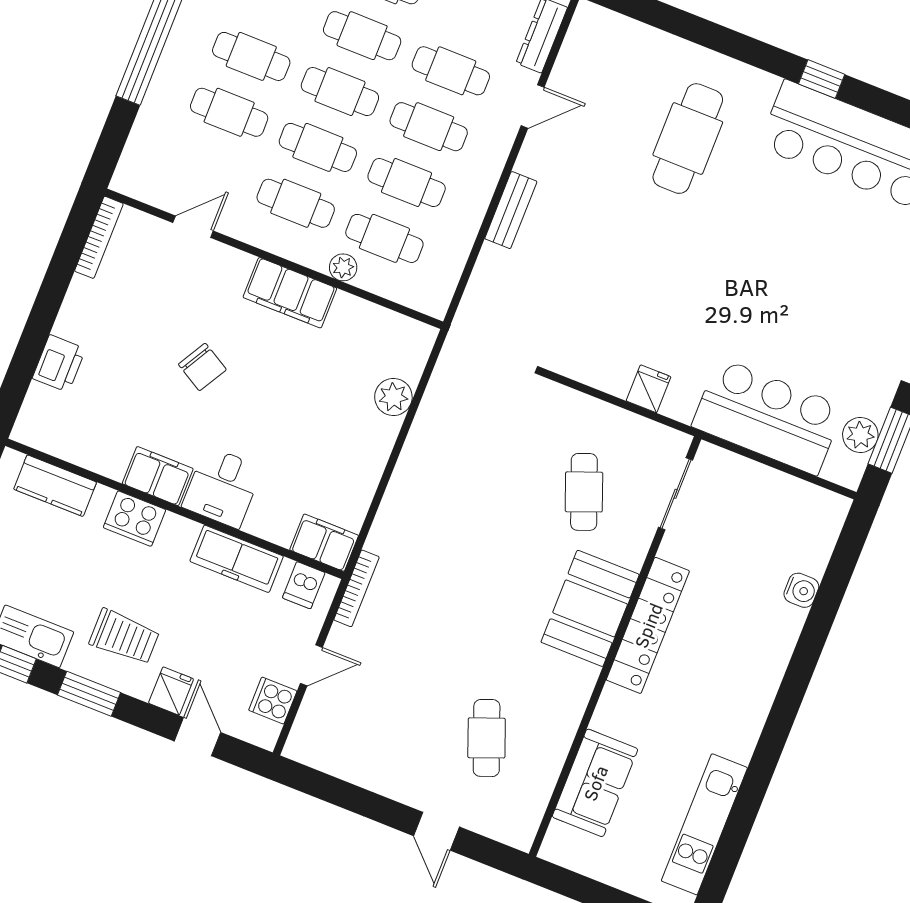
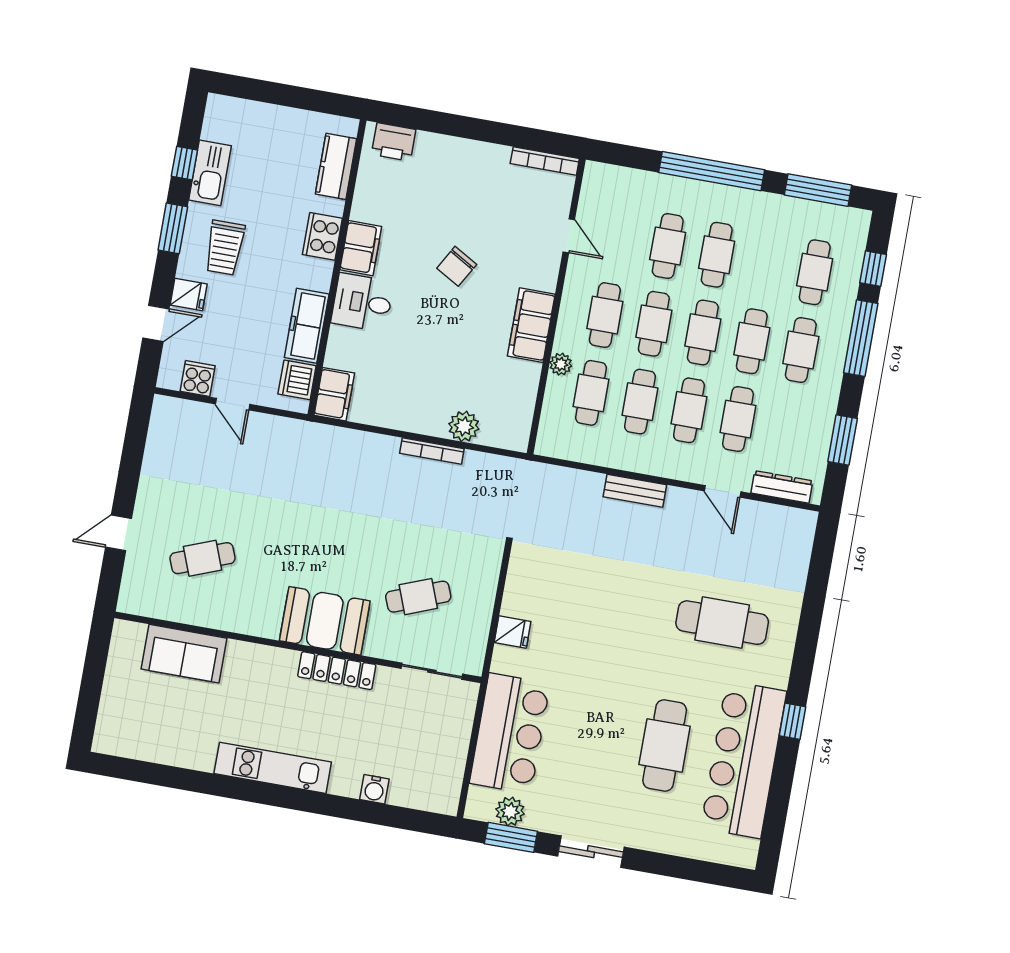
cafe table: (819, 236) -> (665, 745), added
printer: (59, 363) -> (394, 142), moved
dishwasher: (304, 585) -> (297, 380), width x1.38
bookcase: (356, 588) -> (432, 451), moved
locker: (648, 625) -> (337, 671), width x0.71, depth x0.83
kitchen unit: (704, 824) -> (273, 768), moved

